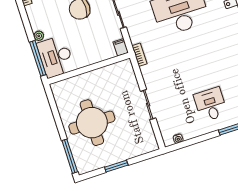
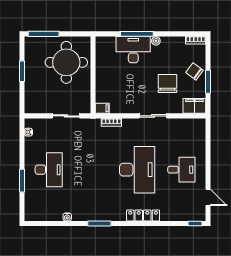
filing cabinet: (121, 47) -> (102, 108), moved
wall: (89, 68) -> (93, 75), moved
desk: (211, 104) -> (49, 170), width x1.37

